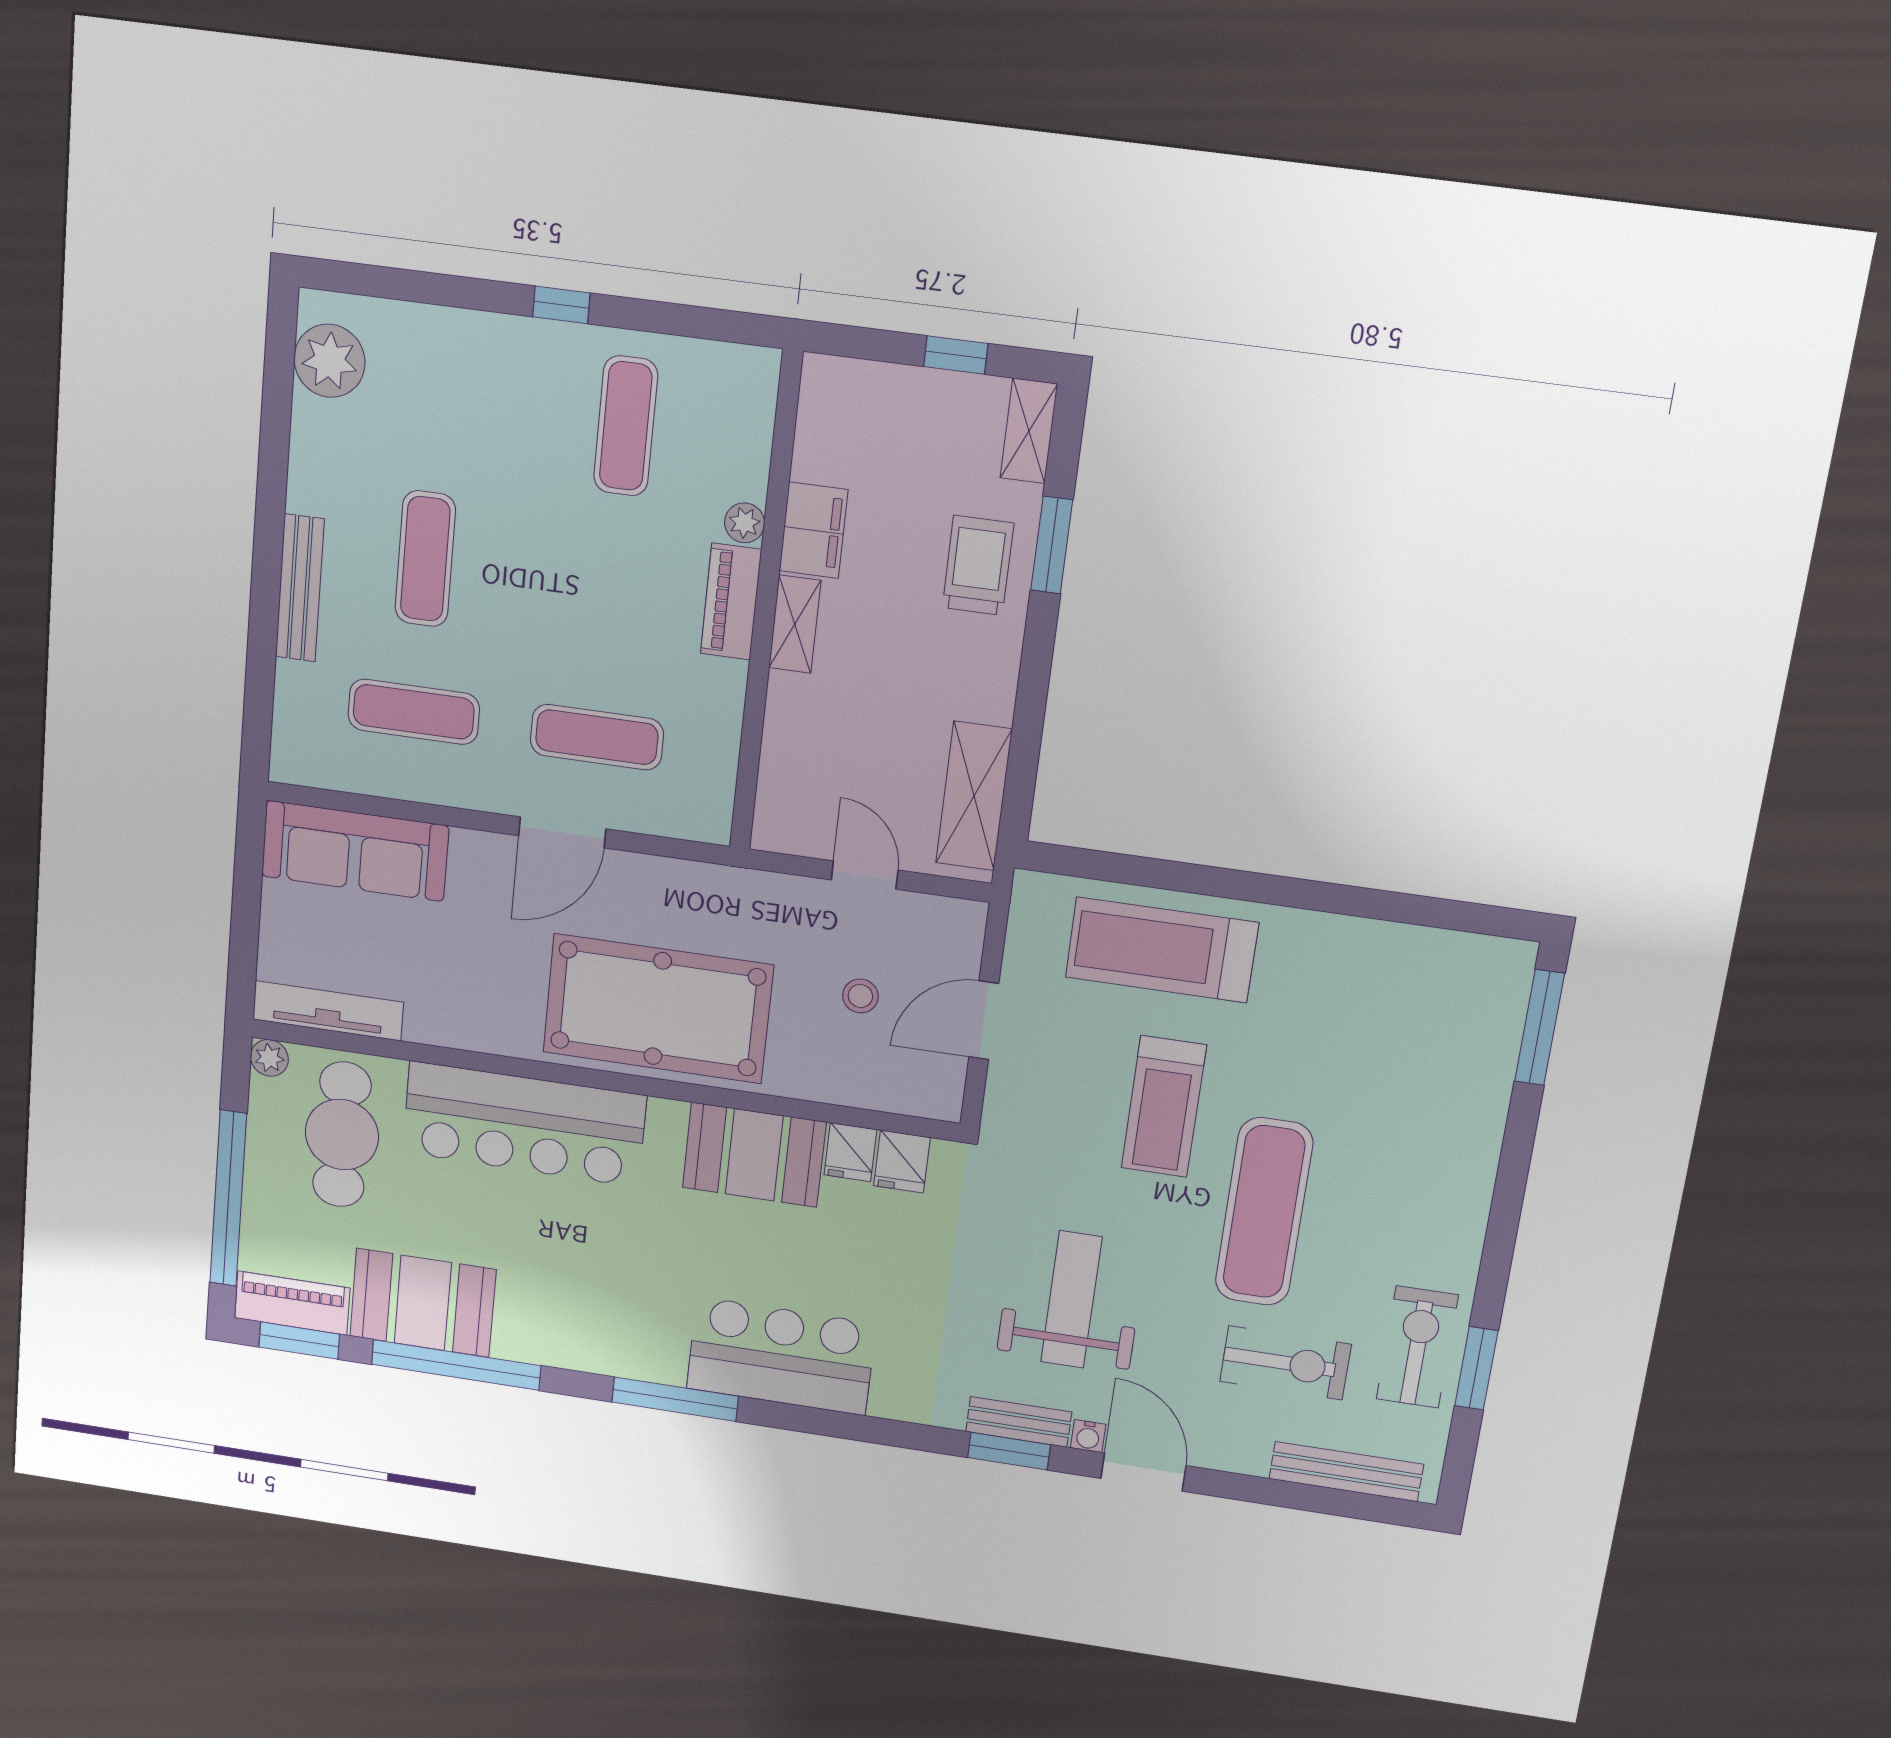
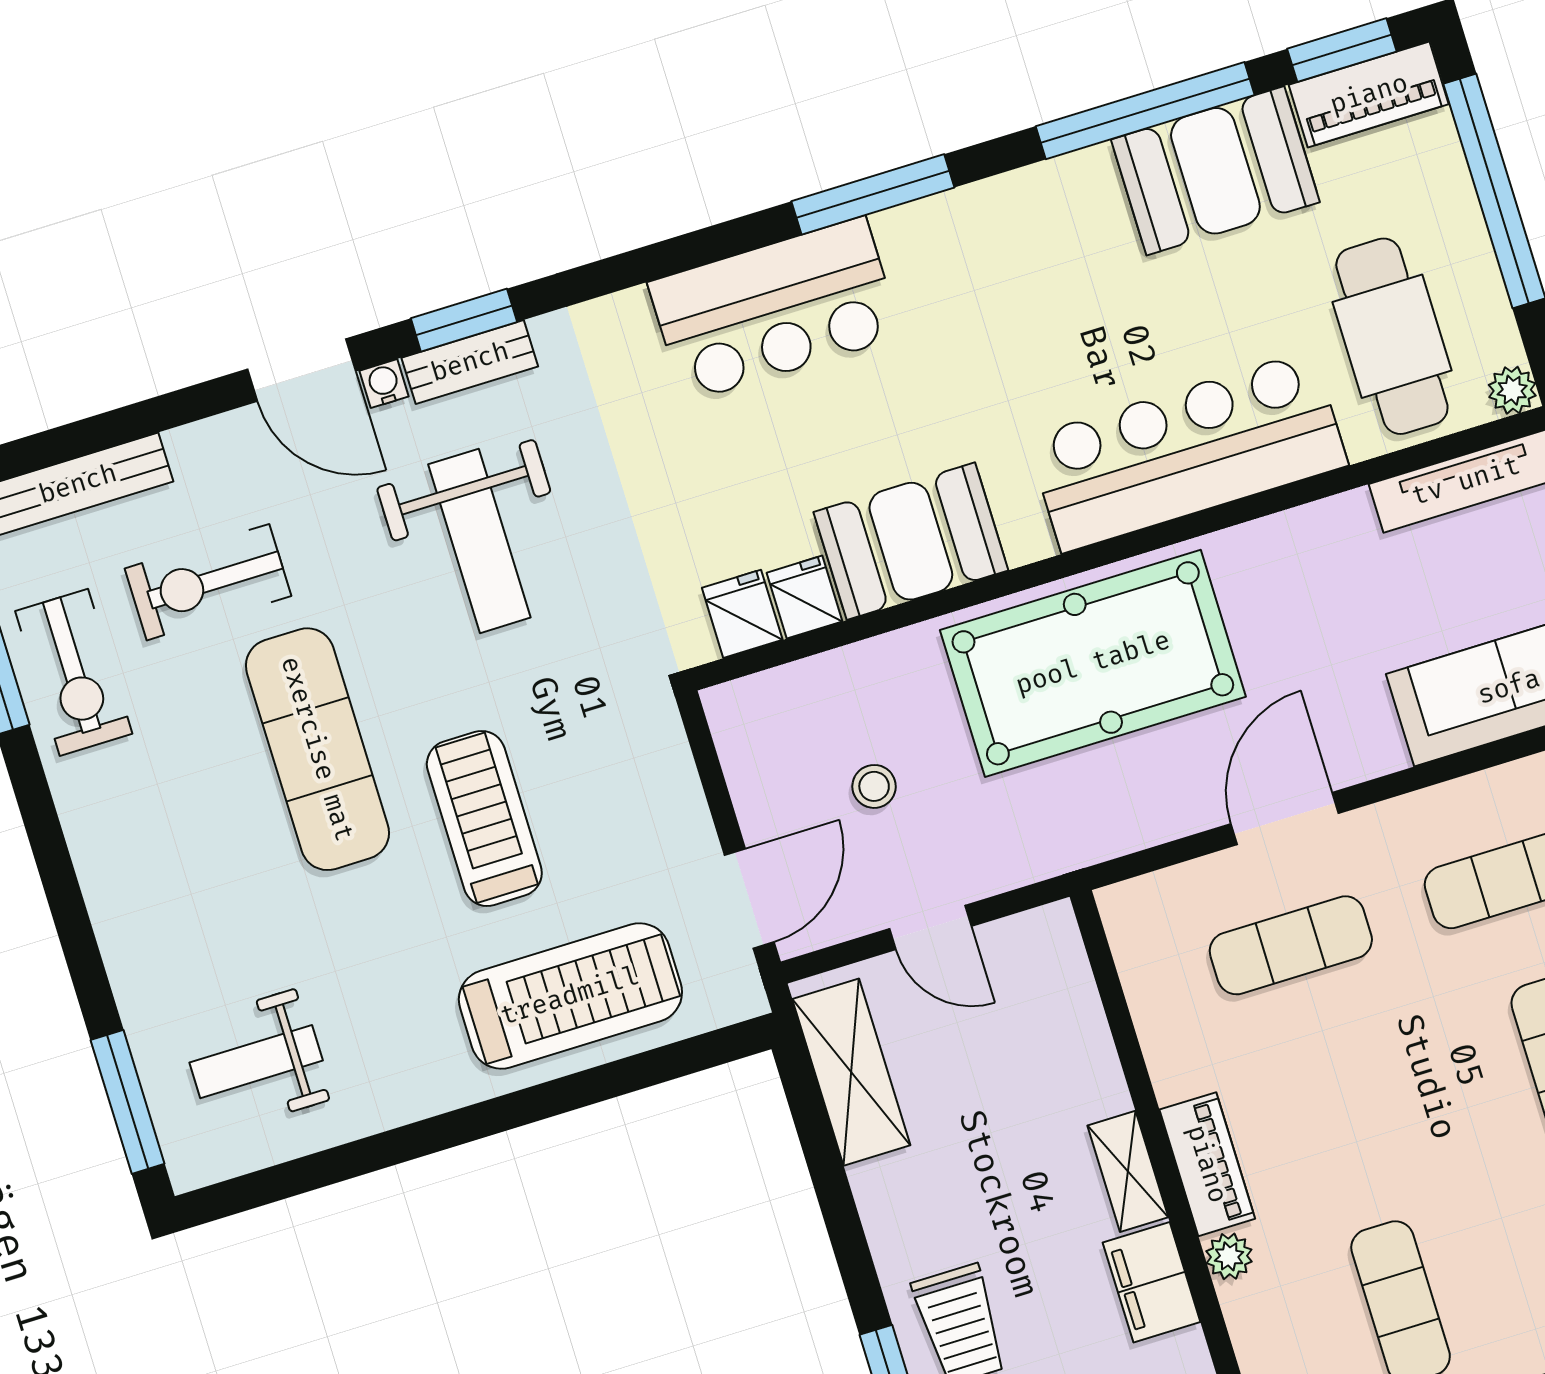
weight bench: (1426, 1012) -> (256, 1062), added
door: (984, 1020) -> (749, 898), moved

